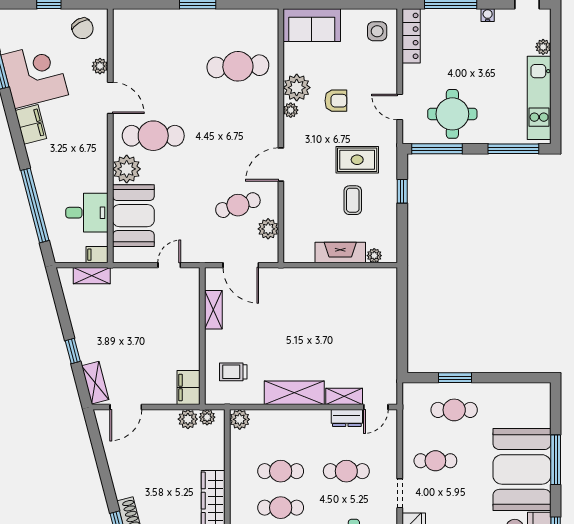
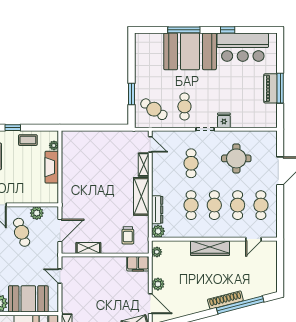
coffee table: (353, 200) -> (28, 140), moved
cafe table: (454, 410) -> (154, 109), moved, turned -56
dresser: (347, 418) -> (157, 210), moved, width x1.44
plant: (188, 419) -> (158, 284), moved

